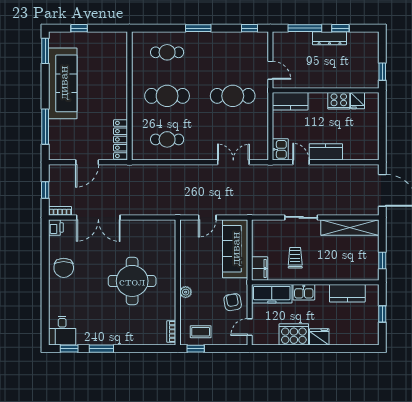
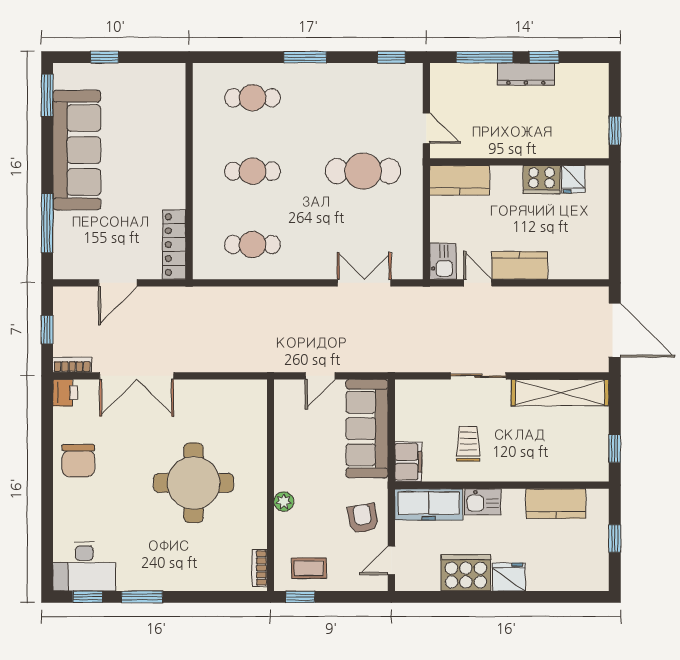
cafe table: (167, 96) -> (252, 171), width x0.73, depth x0.74
desk: (62, 331) -> (84, 566), width x1.37

